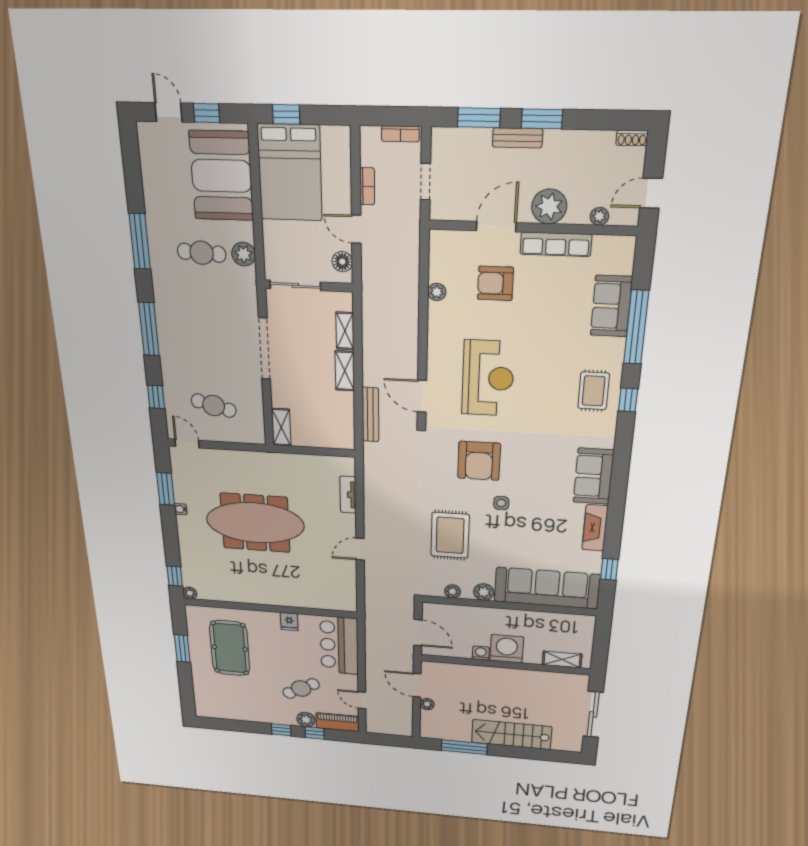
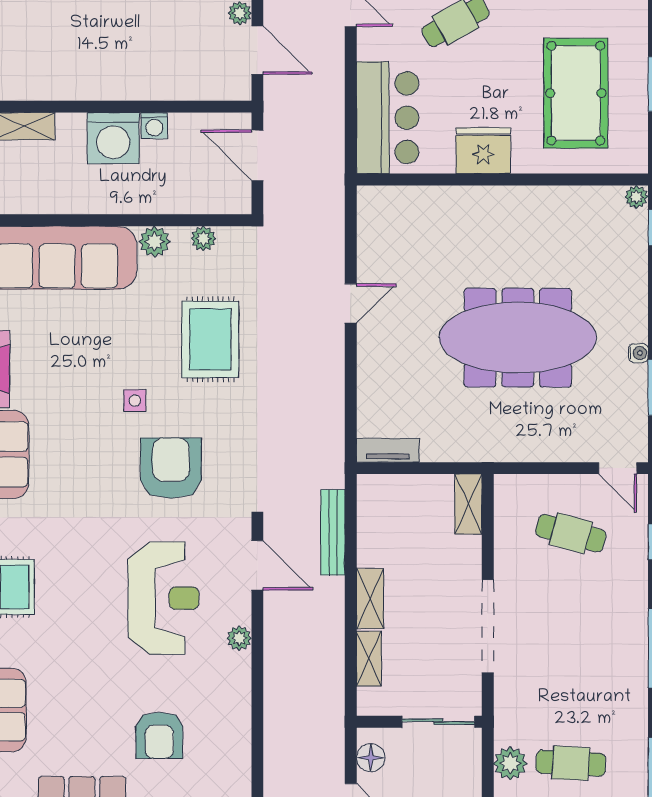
armchair: (495, 283) -> (159, 735), turned 90
plant: (437, 292) -> (239, 638), moved
reception desk: (488, 378) -> (164, 598), turned 180
tv unit: (348, 495) -> (388, 450), moved, turned -90
fridge: (289, 622) -> (483, 151), width x1.88, depth x1.34

